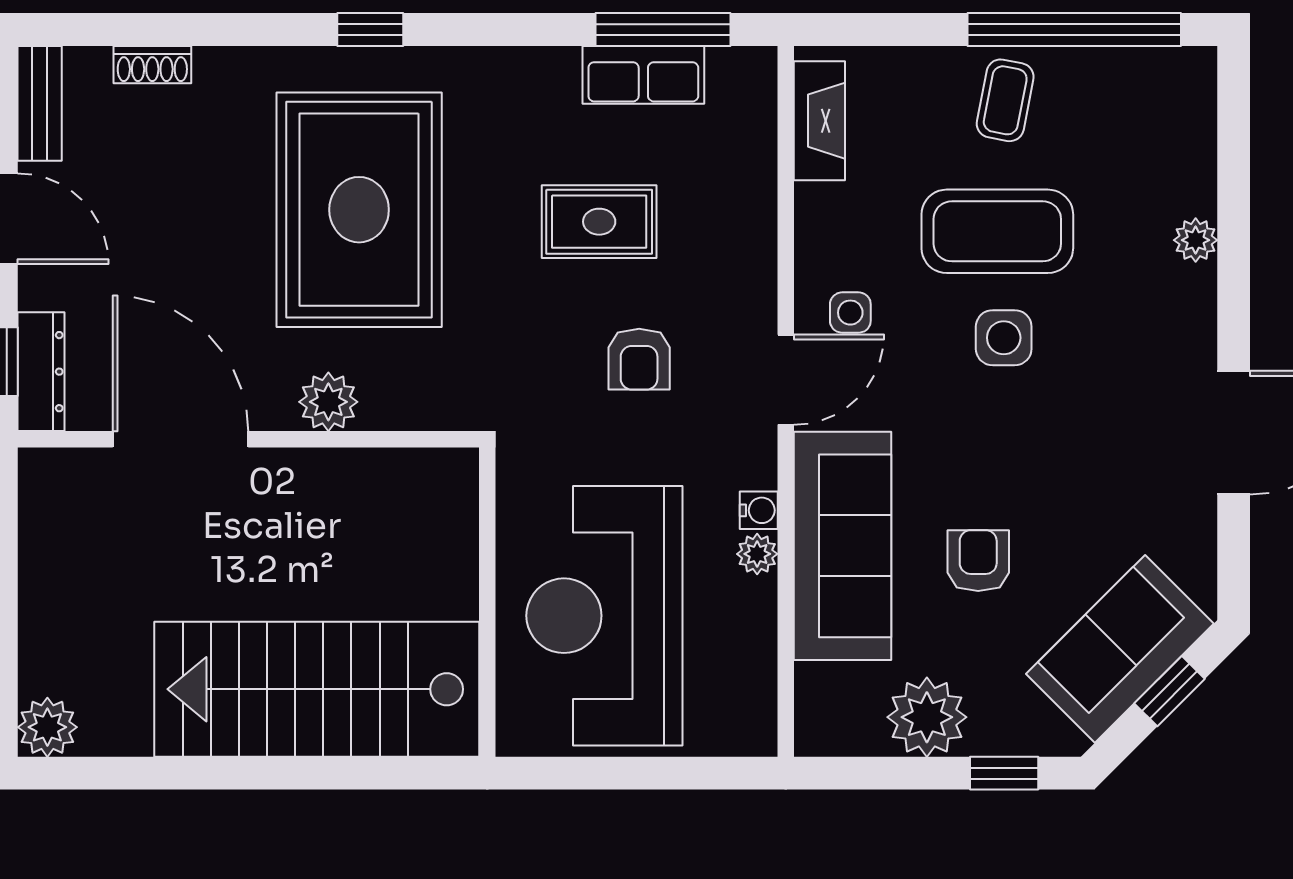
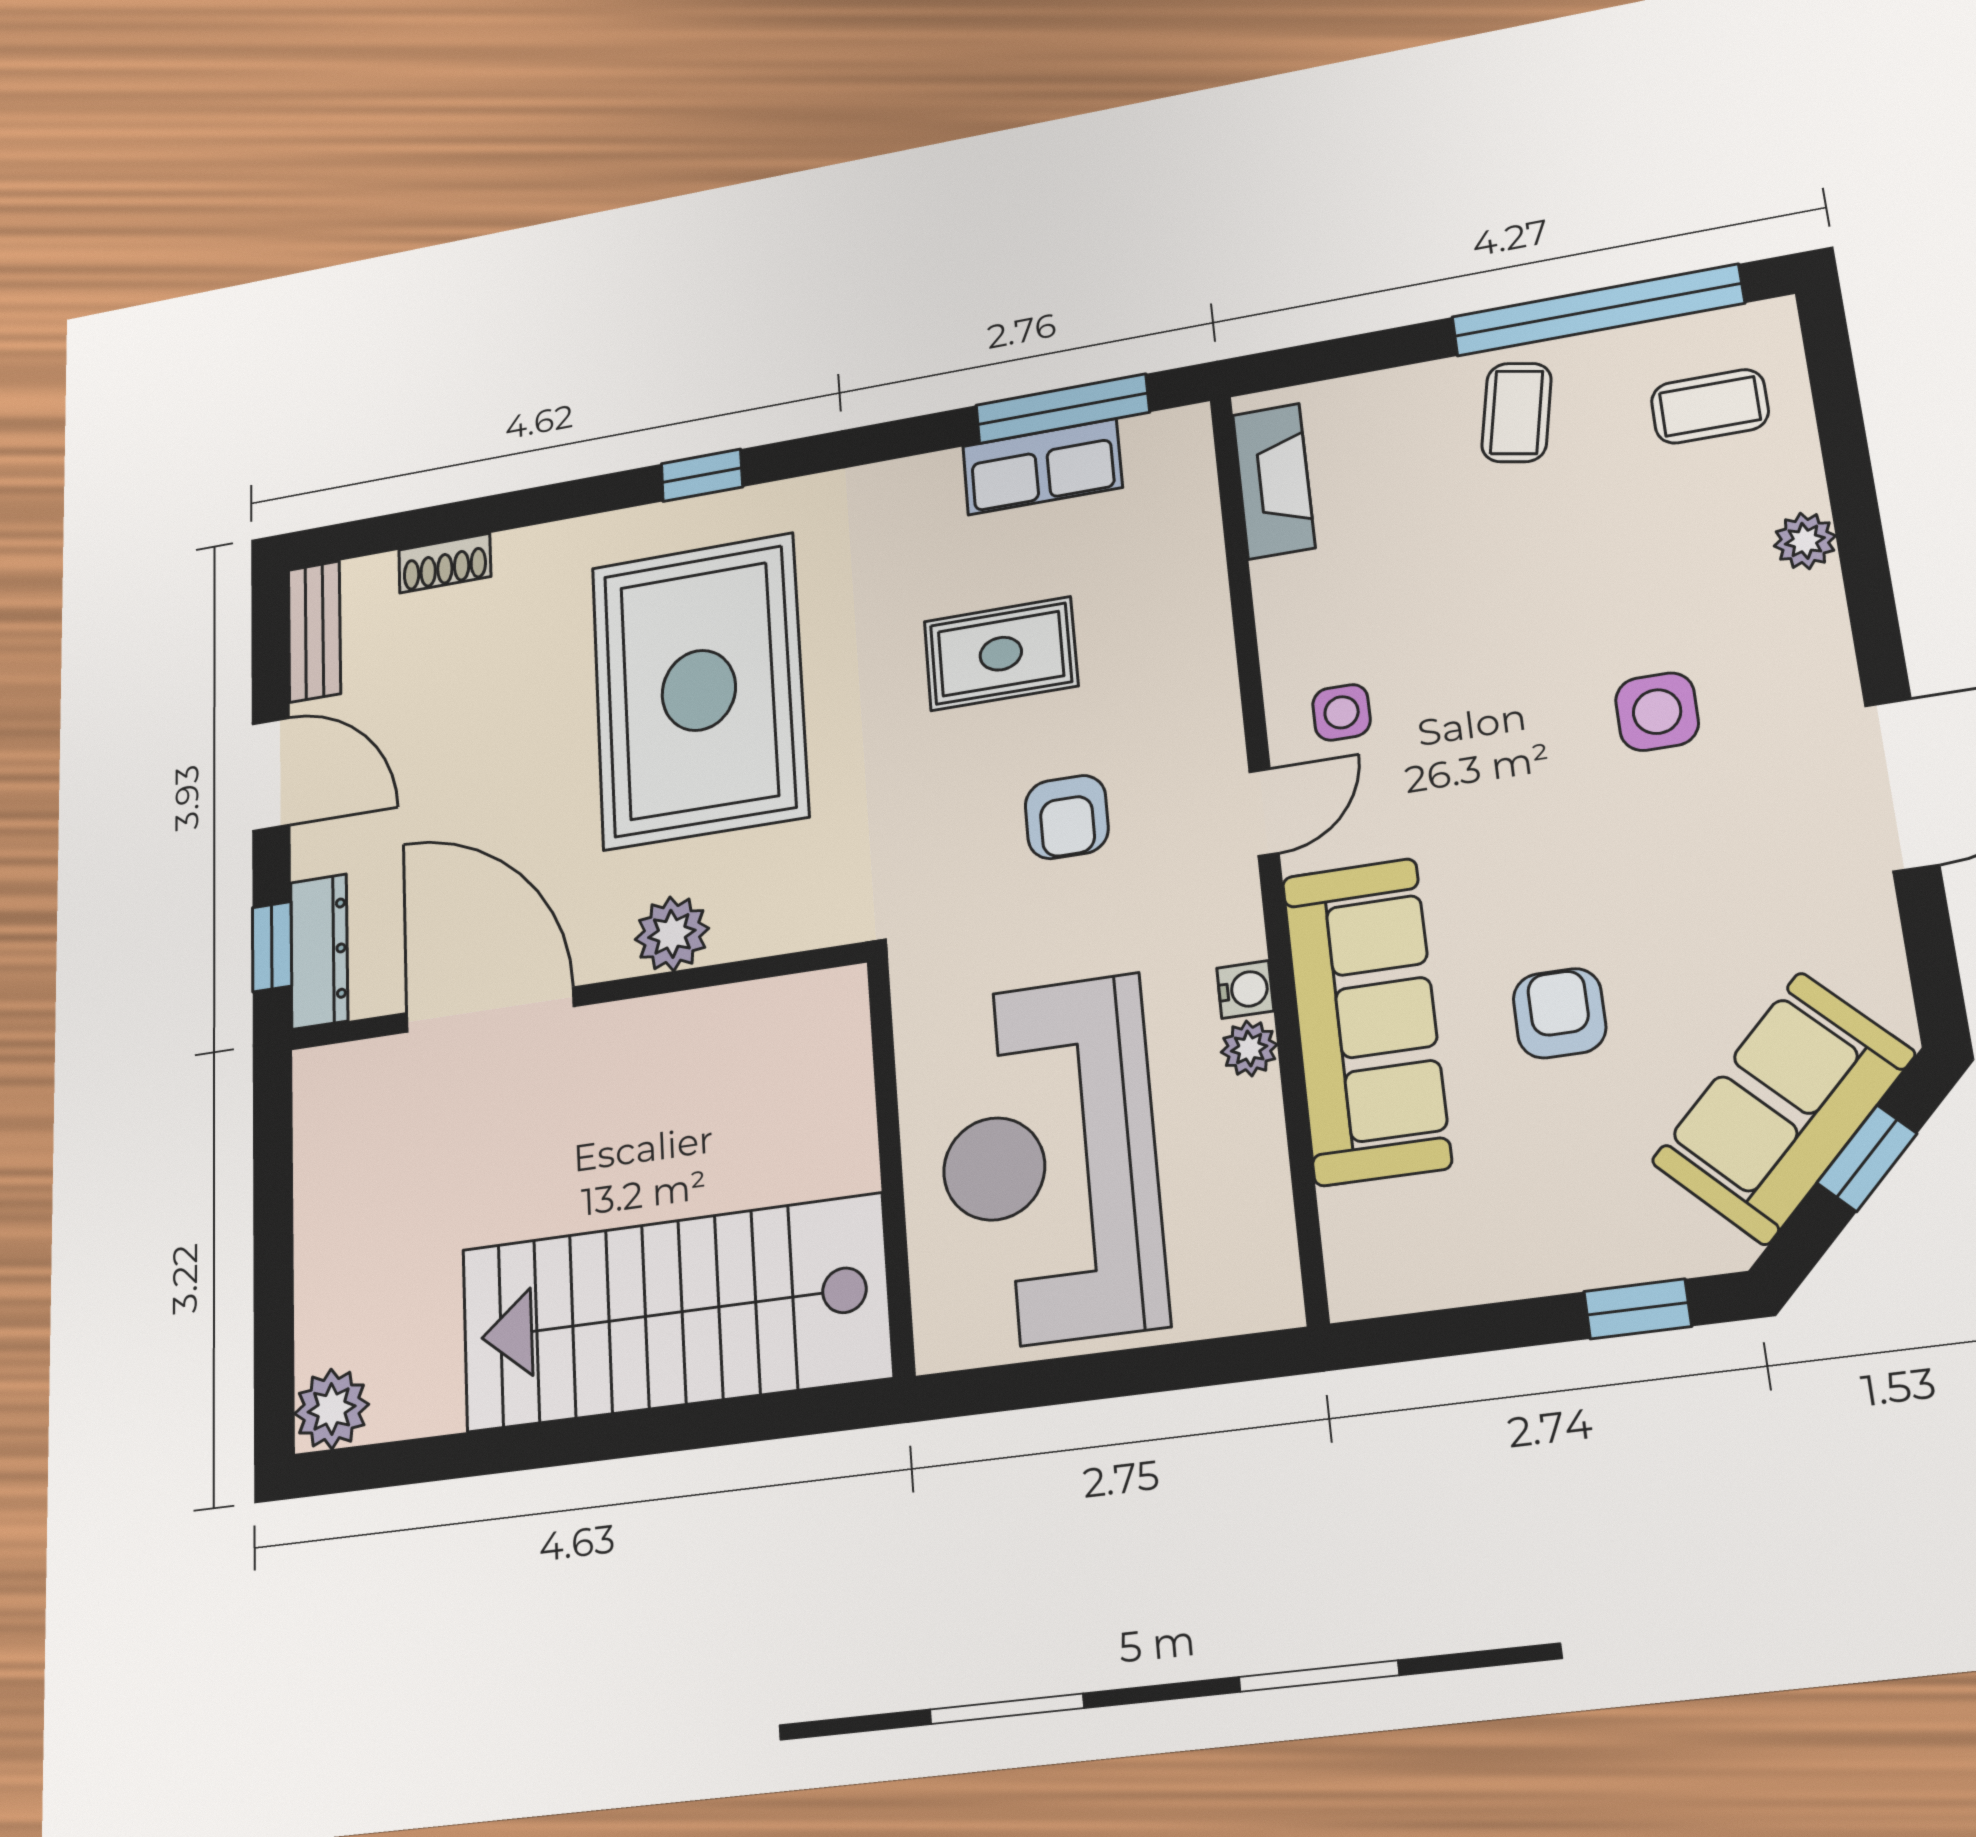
coffee table: (997, 231) -> (1710, 406), moved, width x0.54, depth x0.58
side table: (1004, 338) -> (1657, 712), moved
door: (786, 380) -> (1264, 812), width x0.73
plant: (927, 717) -> (1514, 1242), removed

